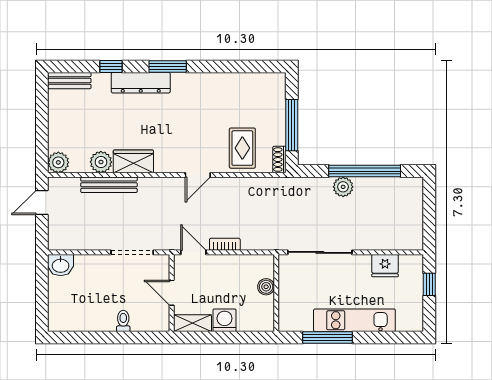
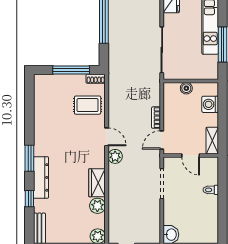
bench: (109, 185) -> (114, 200), removed
plant: (343, 187) -> (115, 156), moved
door: (172, 293) -> (191, 155), hinge flipped
washing machine: (224, 320) -> (210, 104), moved

